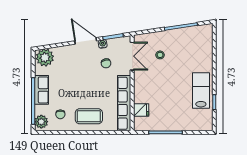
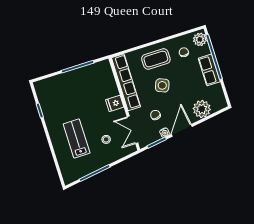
door: (86, 41) -> (182, 130), swing flipped
plant: (45, 58) -> (202, 109), moved
side table: (91, 89) -> (162, 85), added
lab bench: (201, 91) -> (77, 138), moved, turned 180
fridge: (141, 110) -> (115, 103), moved

